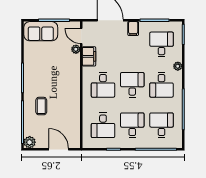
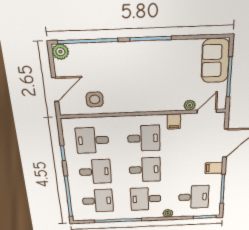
filing cabinet: (89, 56) -> (174, 121), width x0.50
desk: (103, 85) -> (144, 138), turned 180
coffee table: (41, 106) -> (112, 65), removed
side table: (68, 121) -> (95, 99), added

